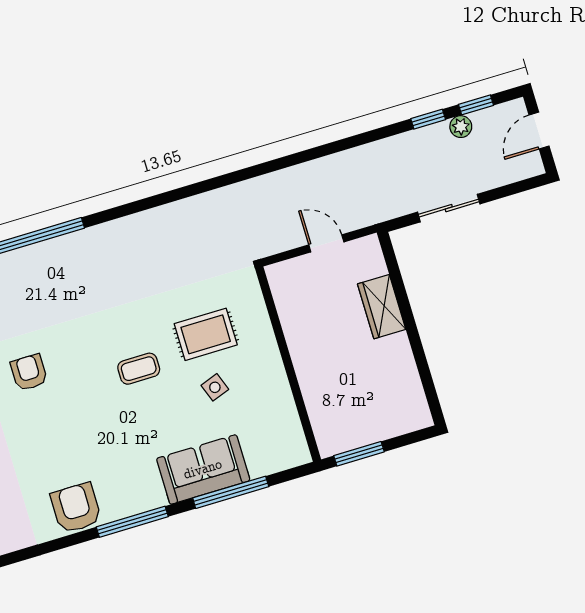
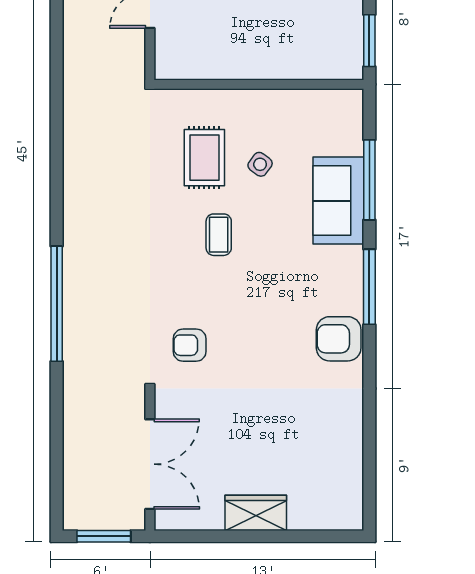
side table: (215, 387) -> (260, 164), turned -34

